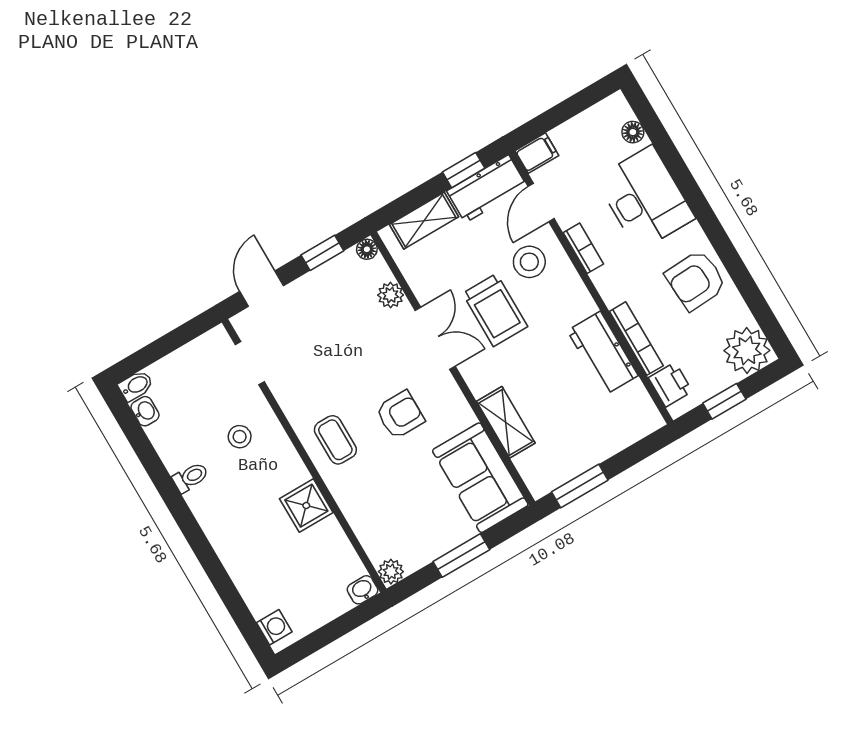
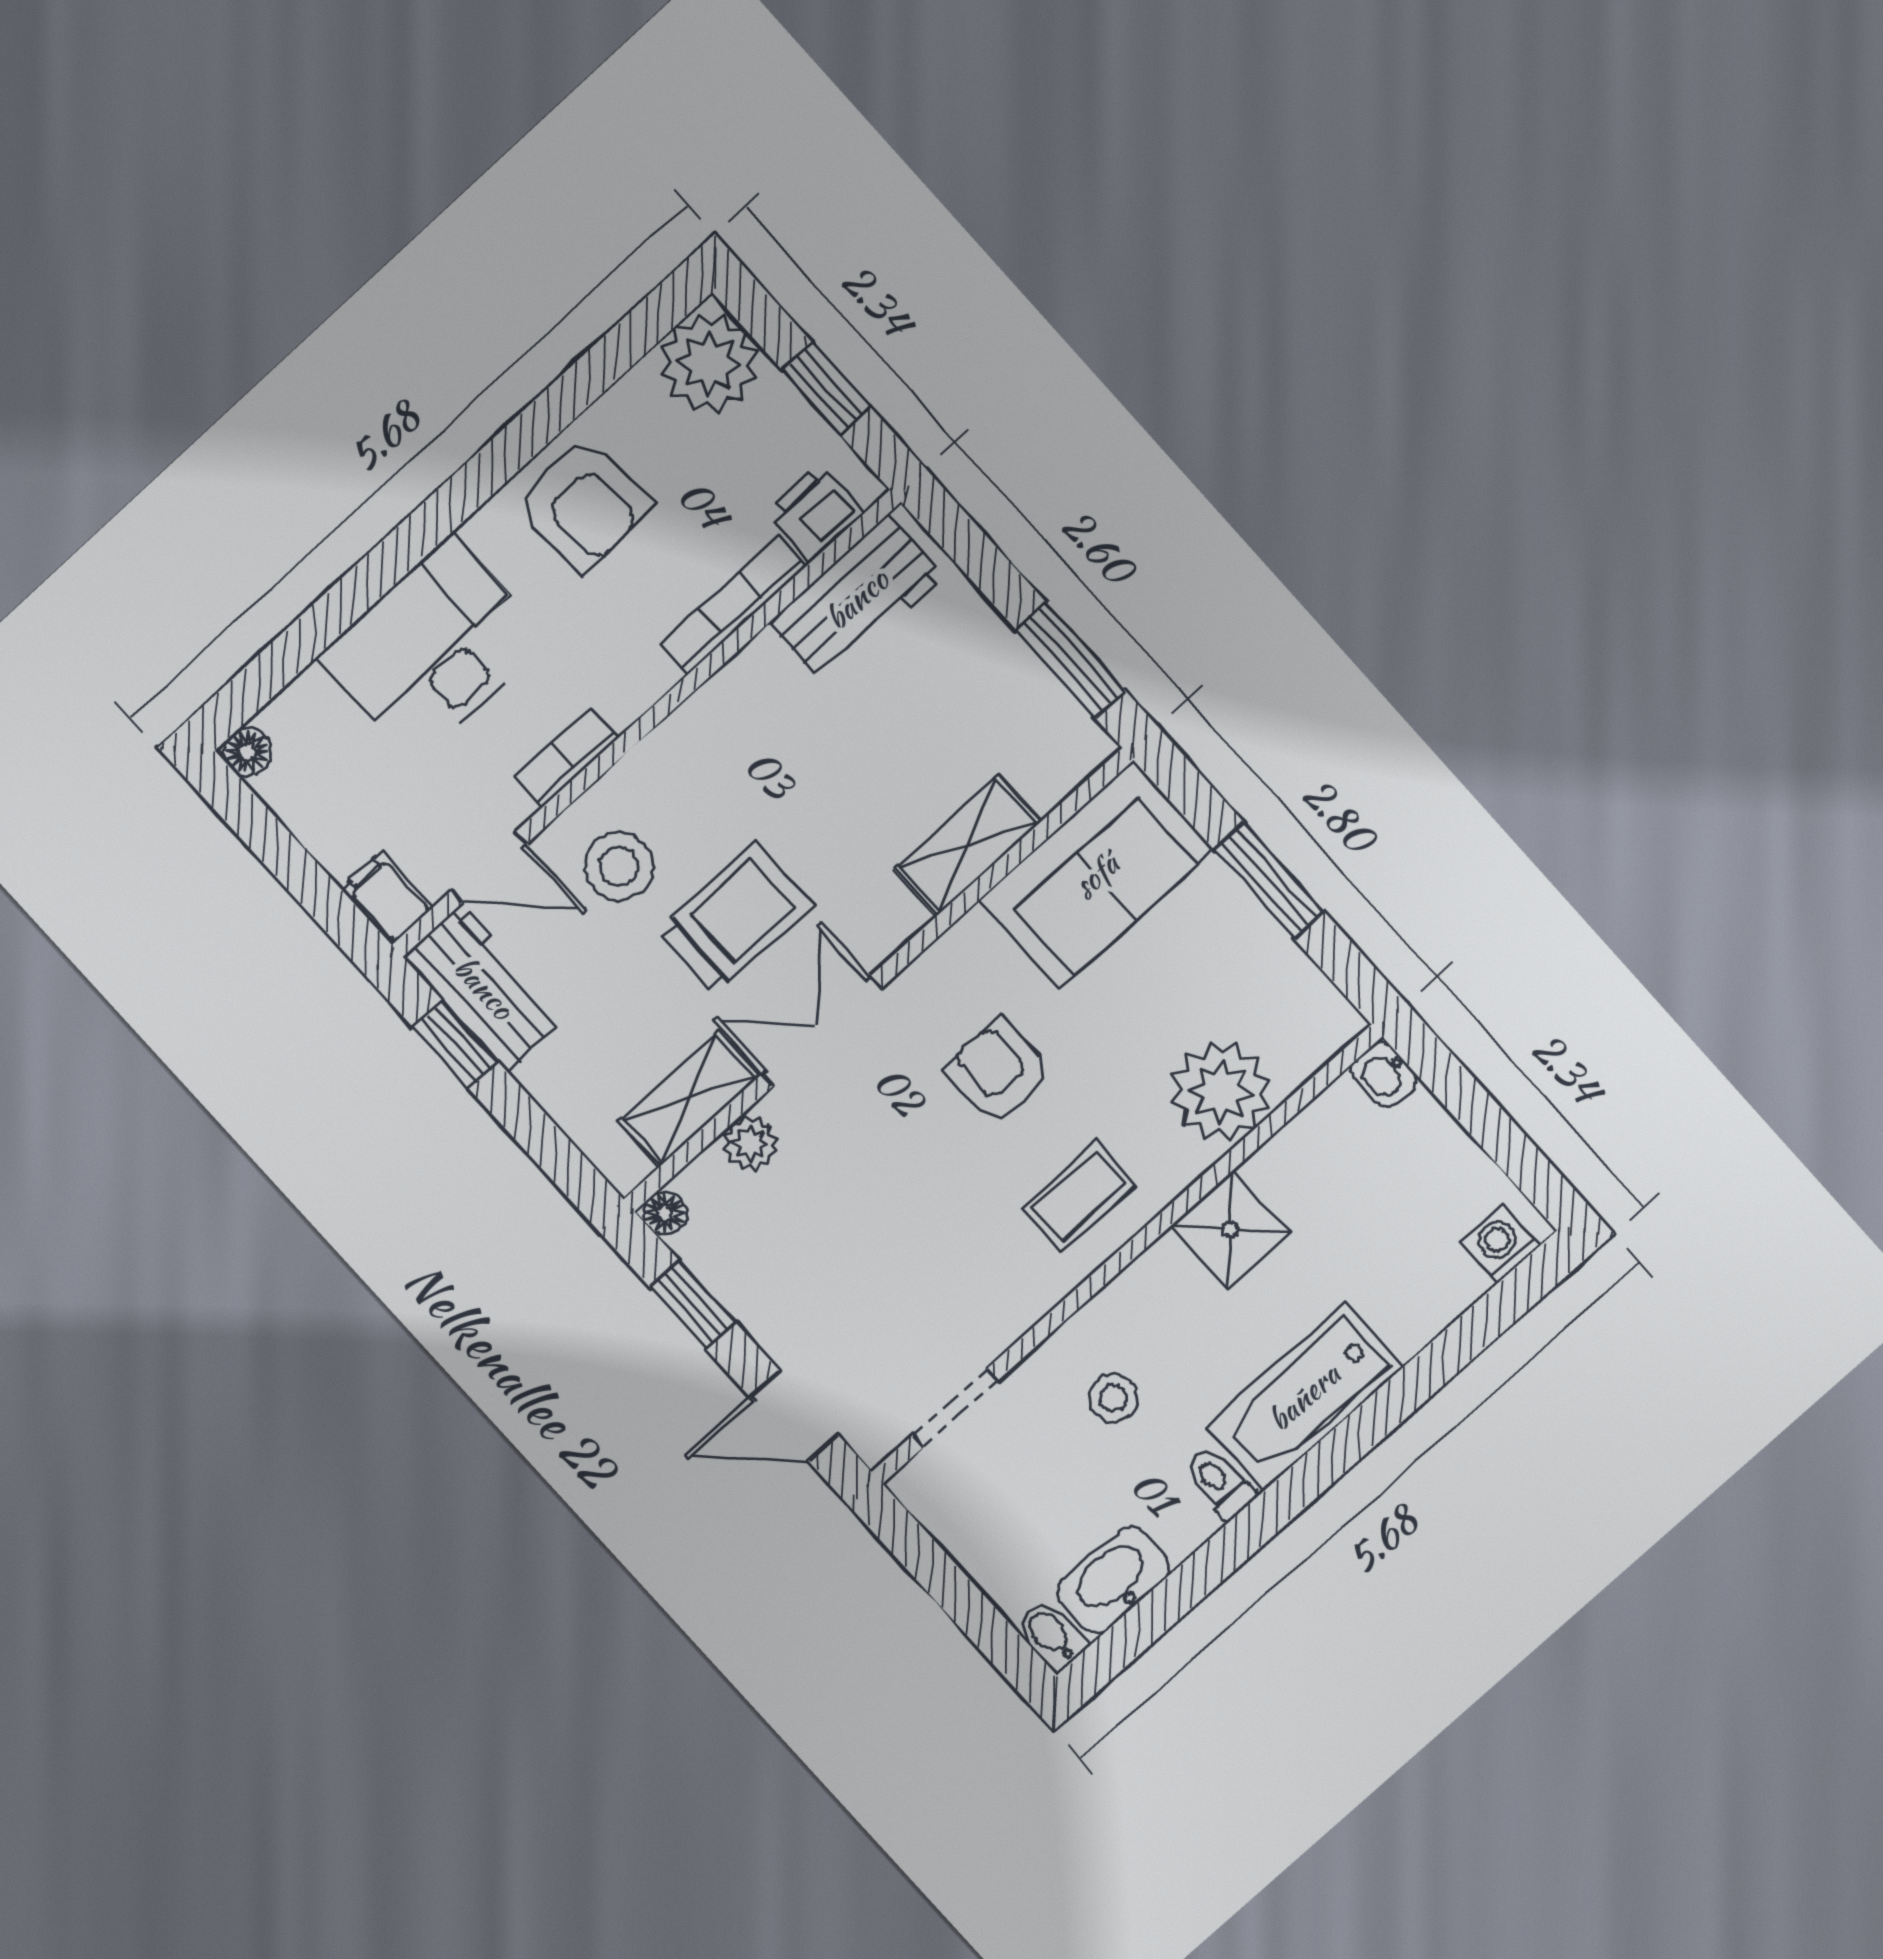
floor lamp: (633, 132) -> (247, 752), moved
shelving: (424, 221) -> (690, 1098), moved, turned 90
workbench: (603, 353) -> (857, 599), moved
washbasin: (145, 411) -> (1113, 1580), width x1.91, depth x1.45
bathtub: (222, 524) -> (1304, 1397), added
plant: (391, 572) -> (1221, 1092), moved, width x1.88, depth x1.88

